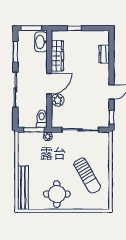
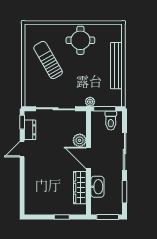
washbasin: (41, 42) -> (97, 187), moved
dresser: (104, 54) -> (30, 130), moved
door: (49, 84) -> (88, 158), hinge flipped
toilet: (42, 119) -> (111, 121), moved
bench: (23, 188) -> (116, 66), moved

